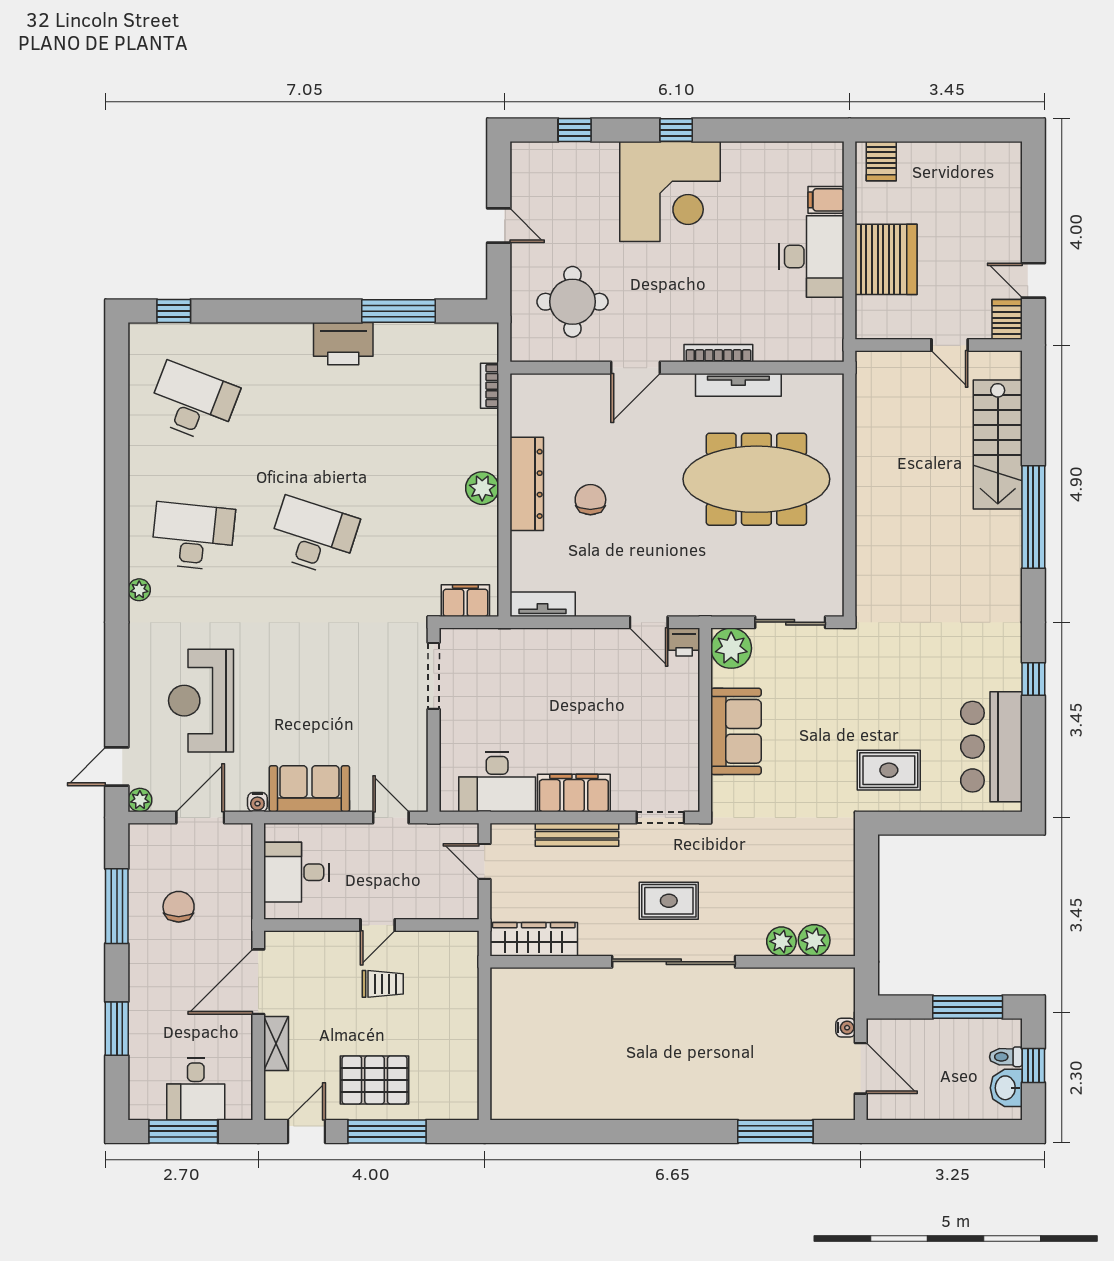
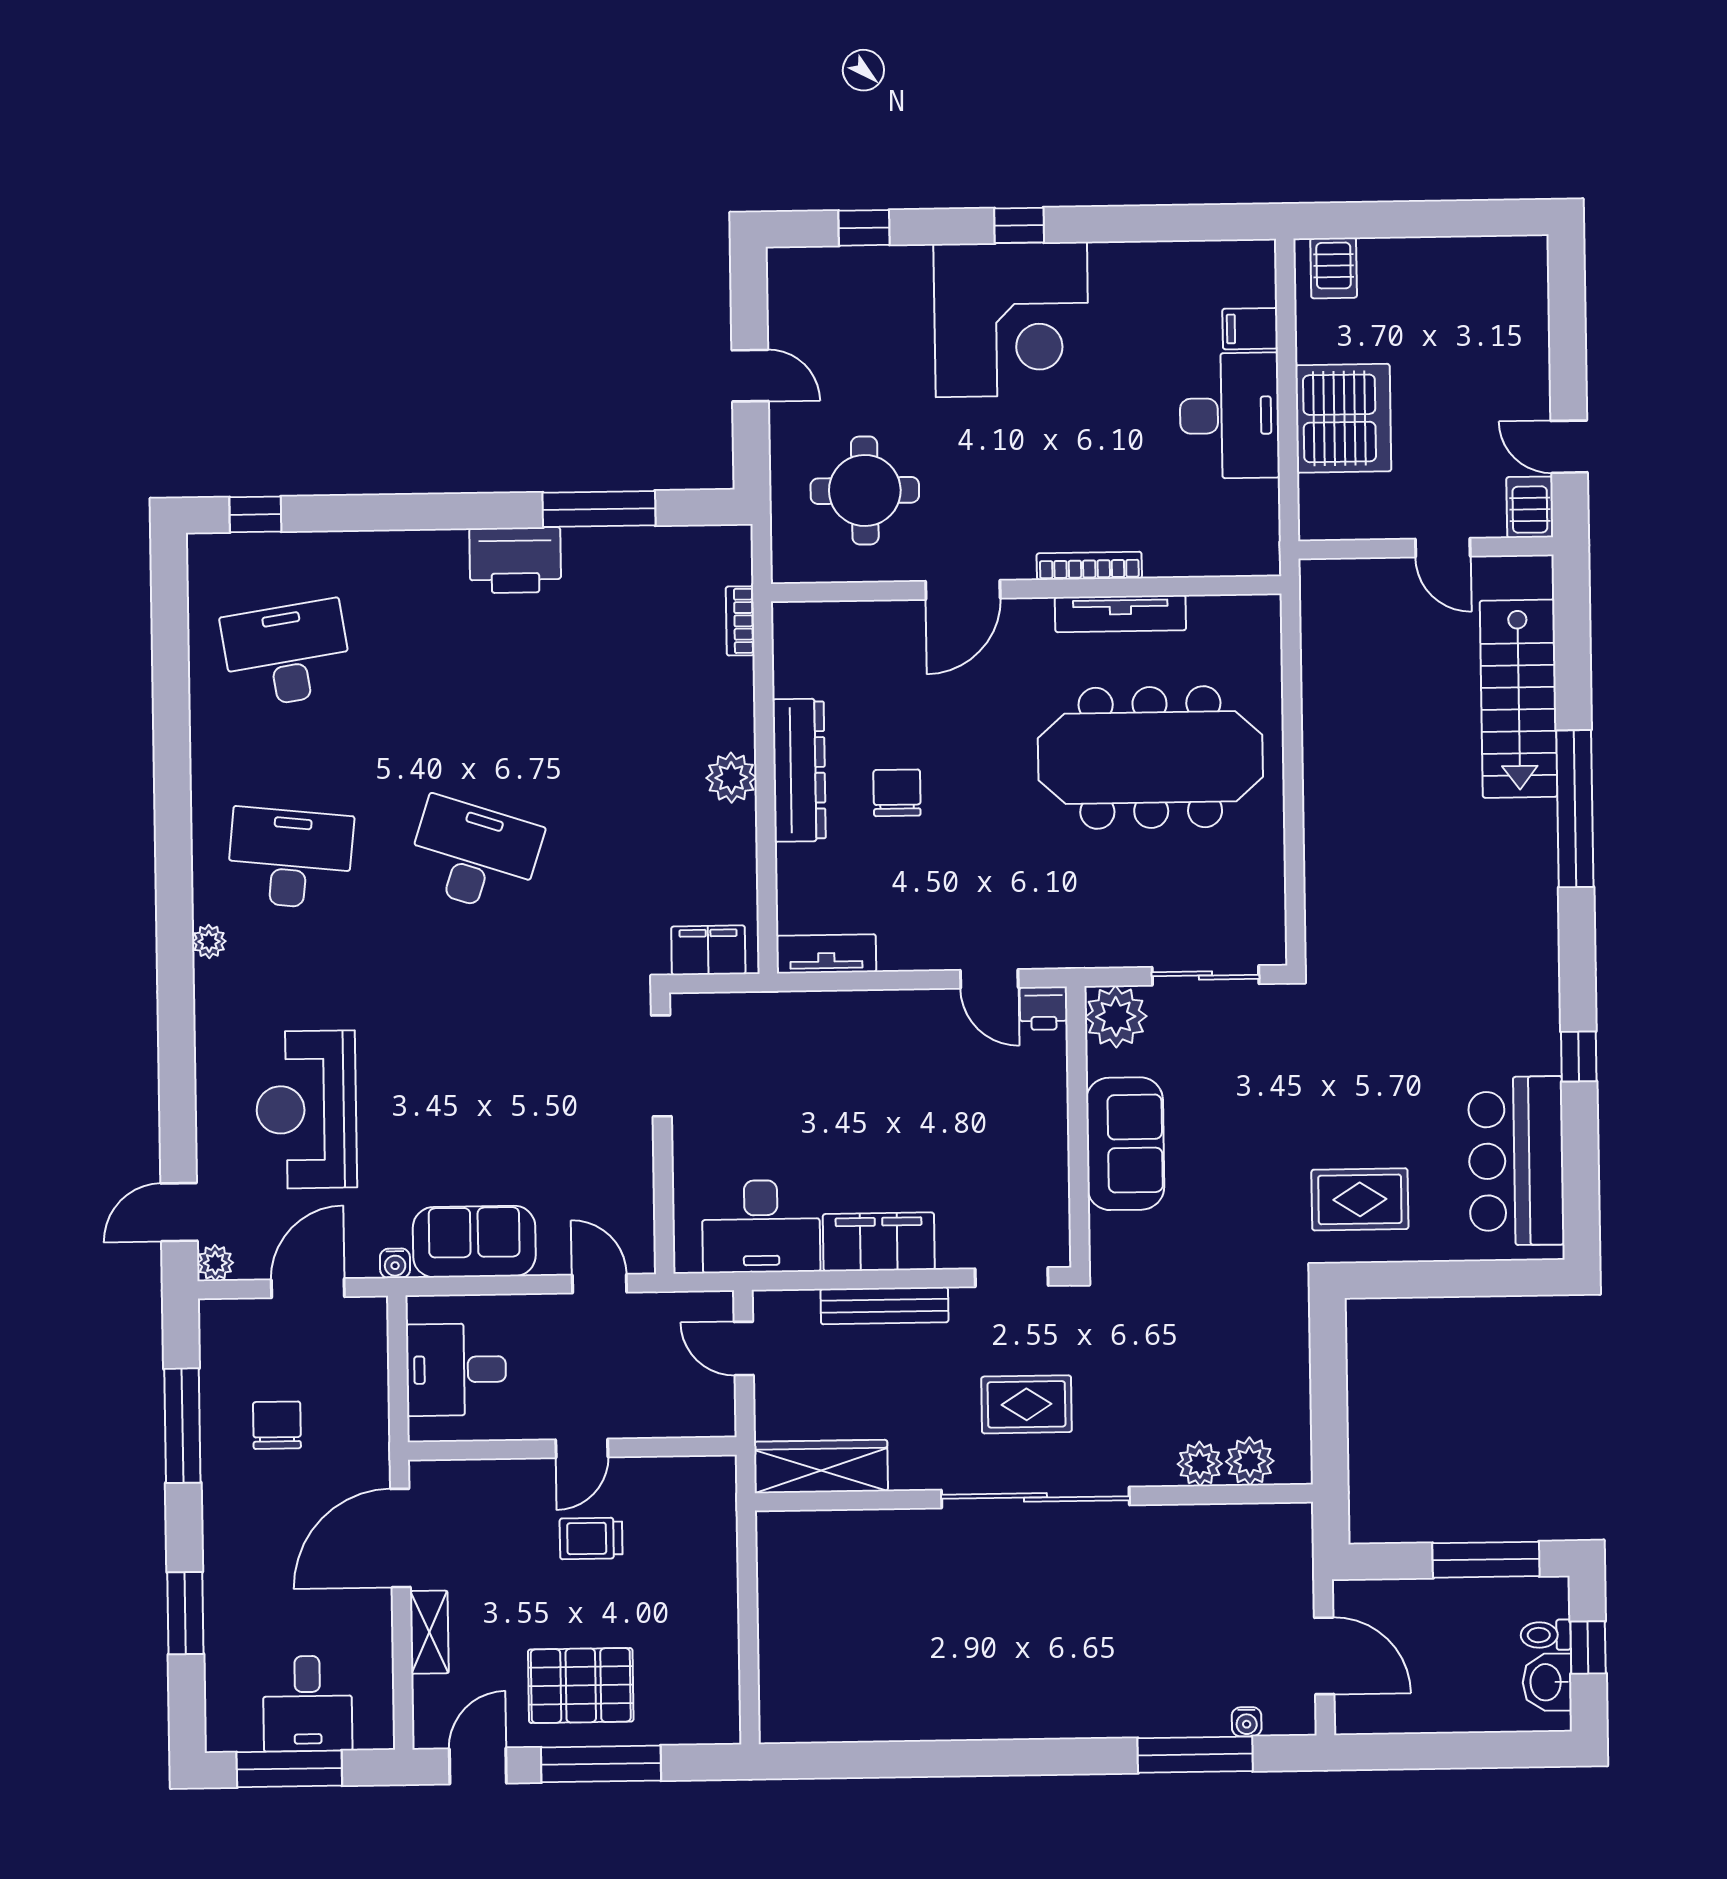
desk: (193, 403) -> (287, 654), turned -30
trolley: (383, 984) -> (591, 1538), turned 180
water cooler: (846, 1028) -> (1247, 1722), moved, turned 90

